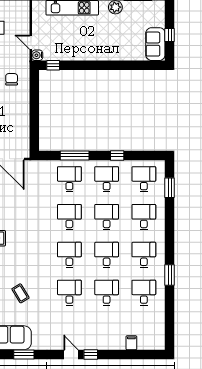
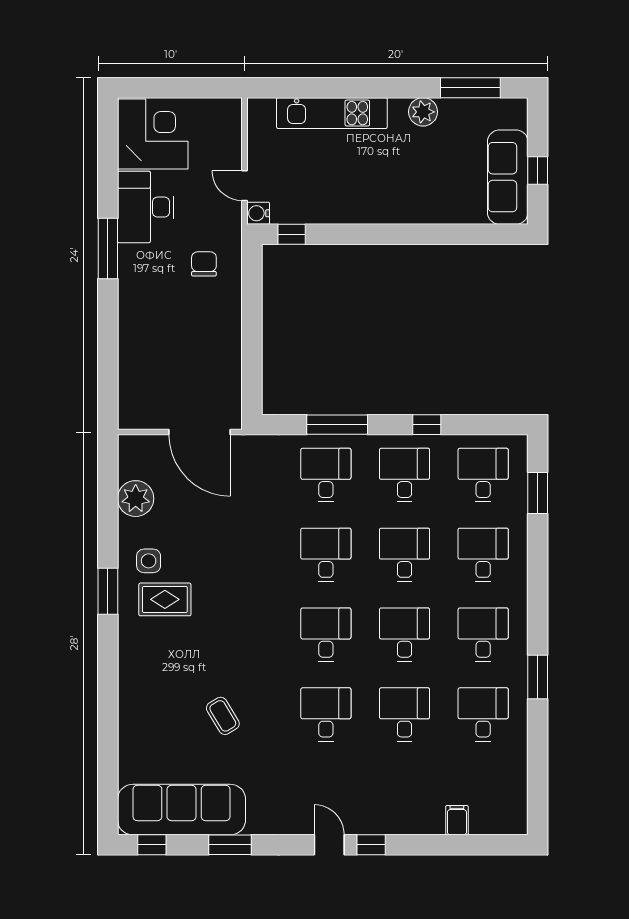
sofa: (155, 44) -> (508, 177), width x1.36

